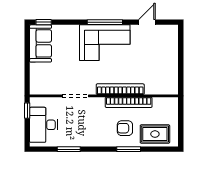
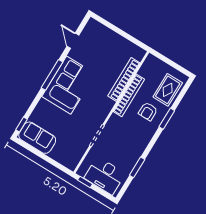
bookcase: (120, 89) -> (124, 79), moved

